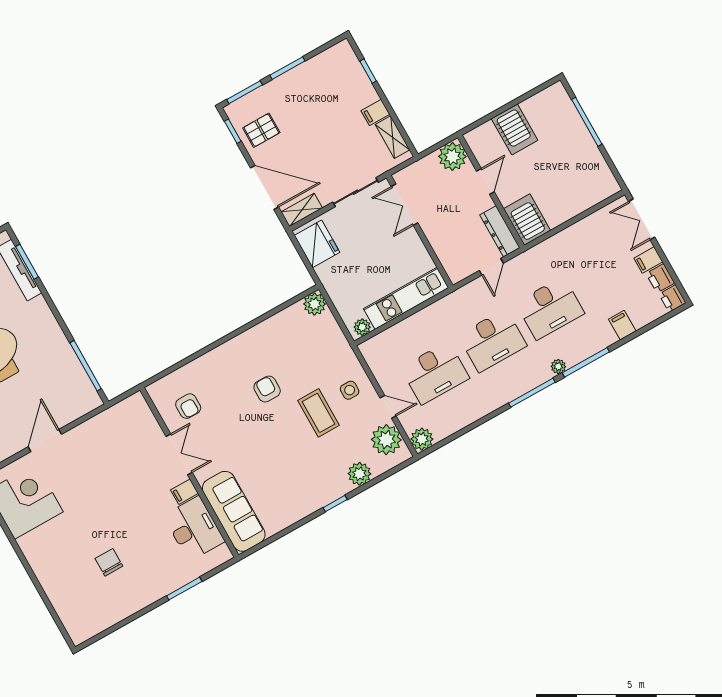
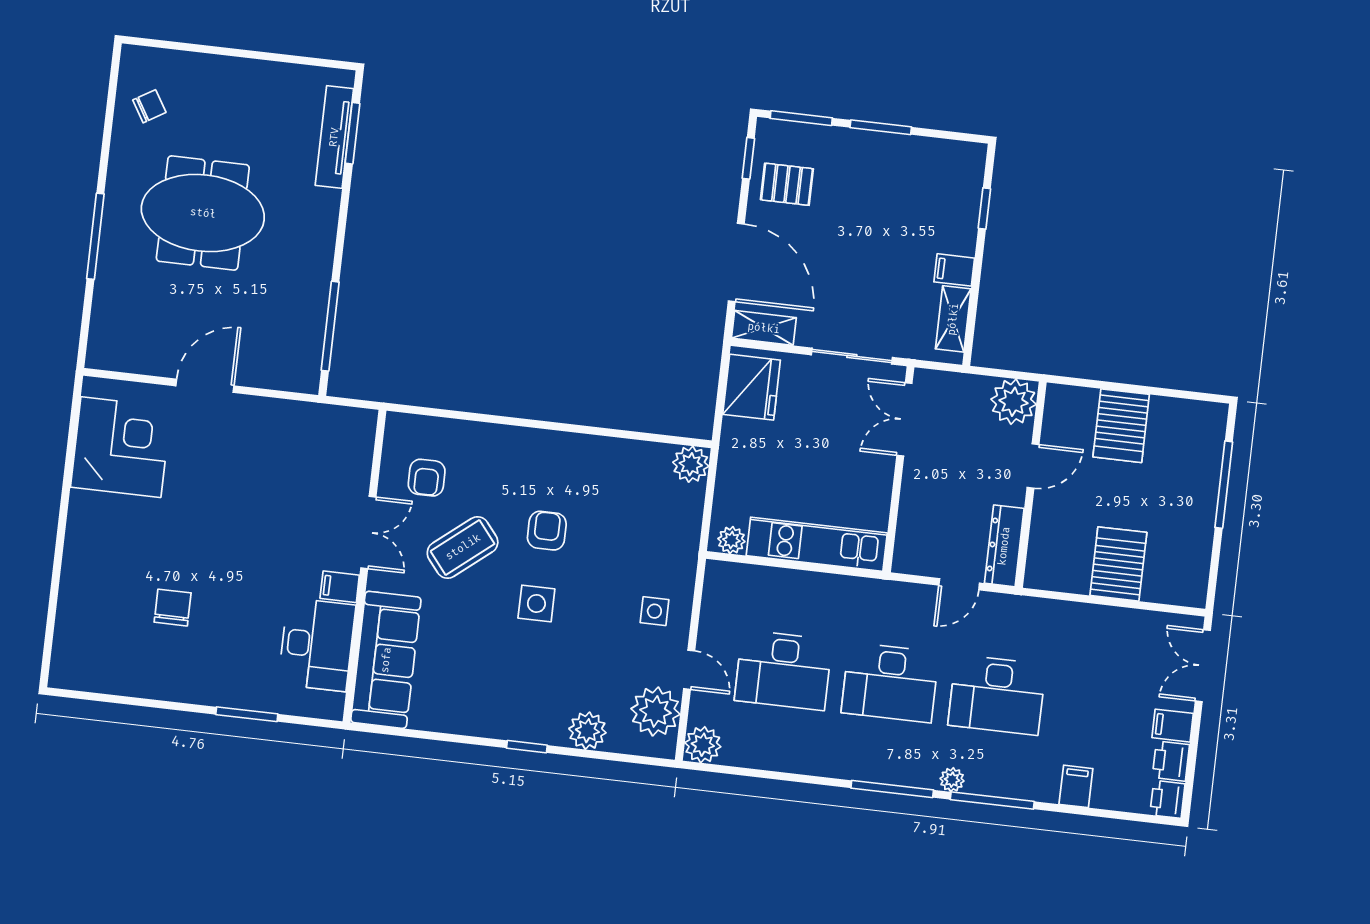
server rack: (527, 220) -> (1118, 564), moved
coffee table: (319, 413) -> (463, 547), moved, turned 51
side table: (288, 429) -> (536, 604), added

